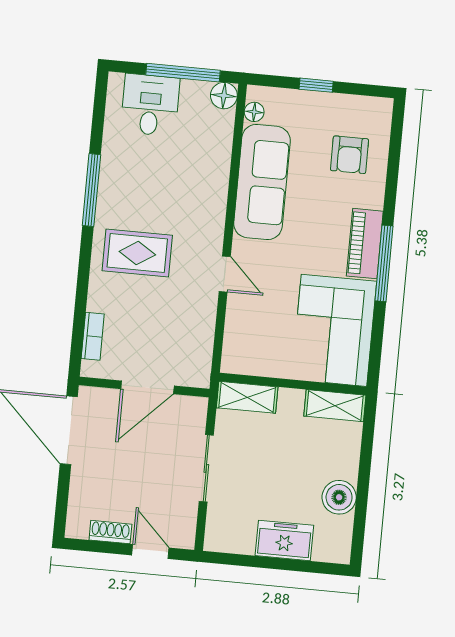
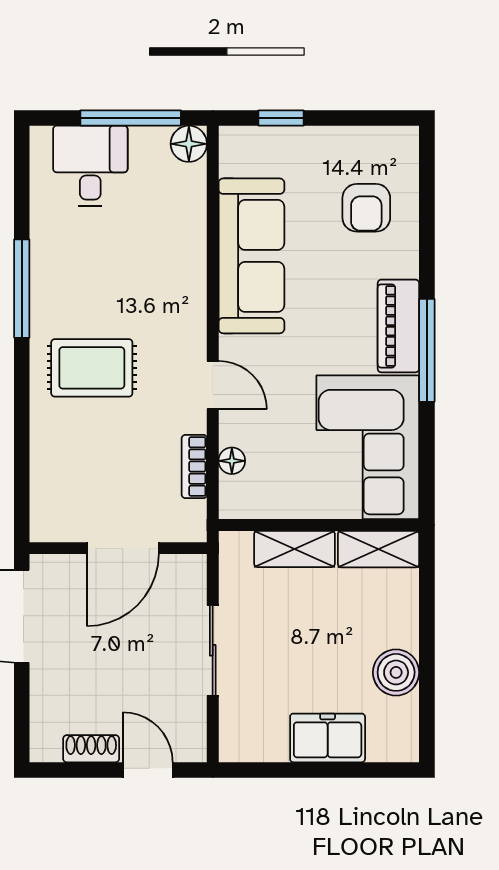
window: (316, 85) -> (281, 118), moved
floor lamp: (254, 112) -> (232, 461), moved
bookcase: (93, 336) -> (194, 467), moved, turned 180
shelving: (247, 397) -> (294, 549), moved

